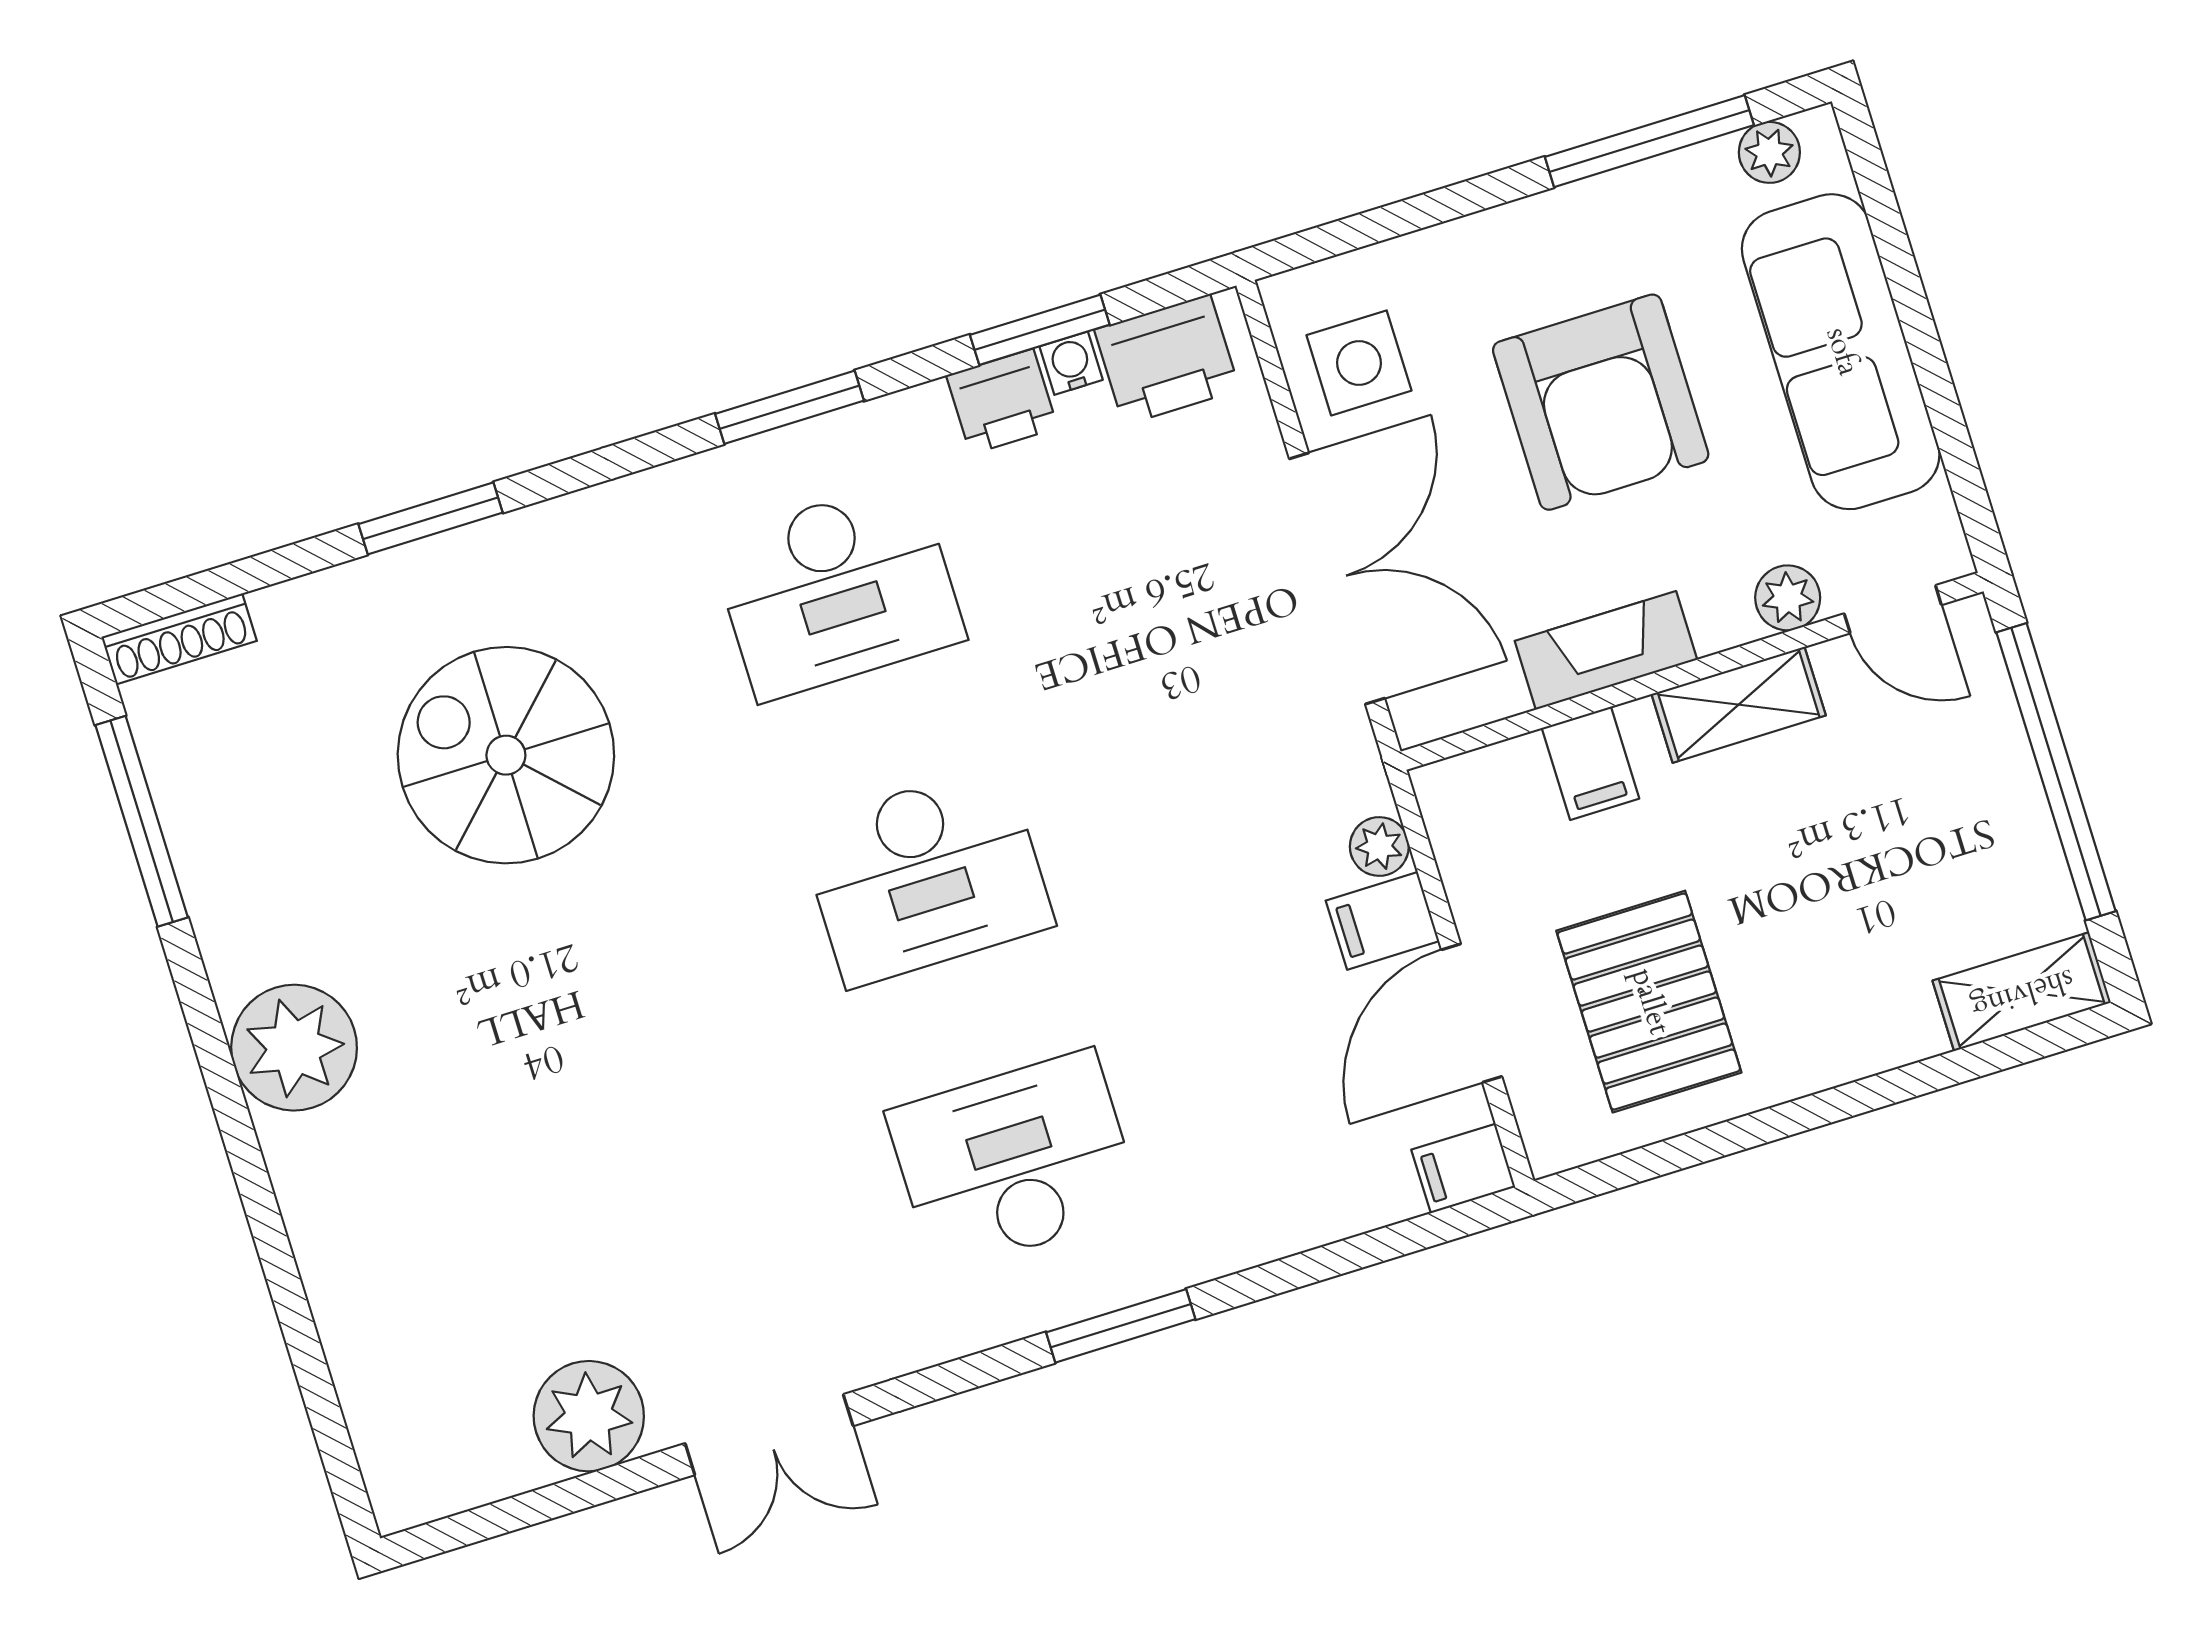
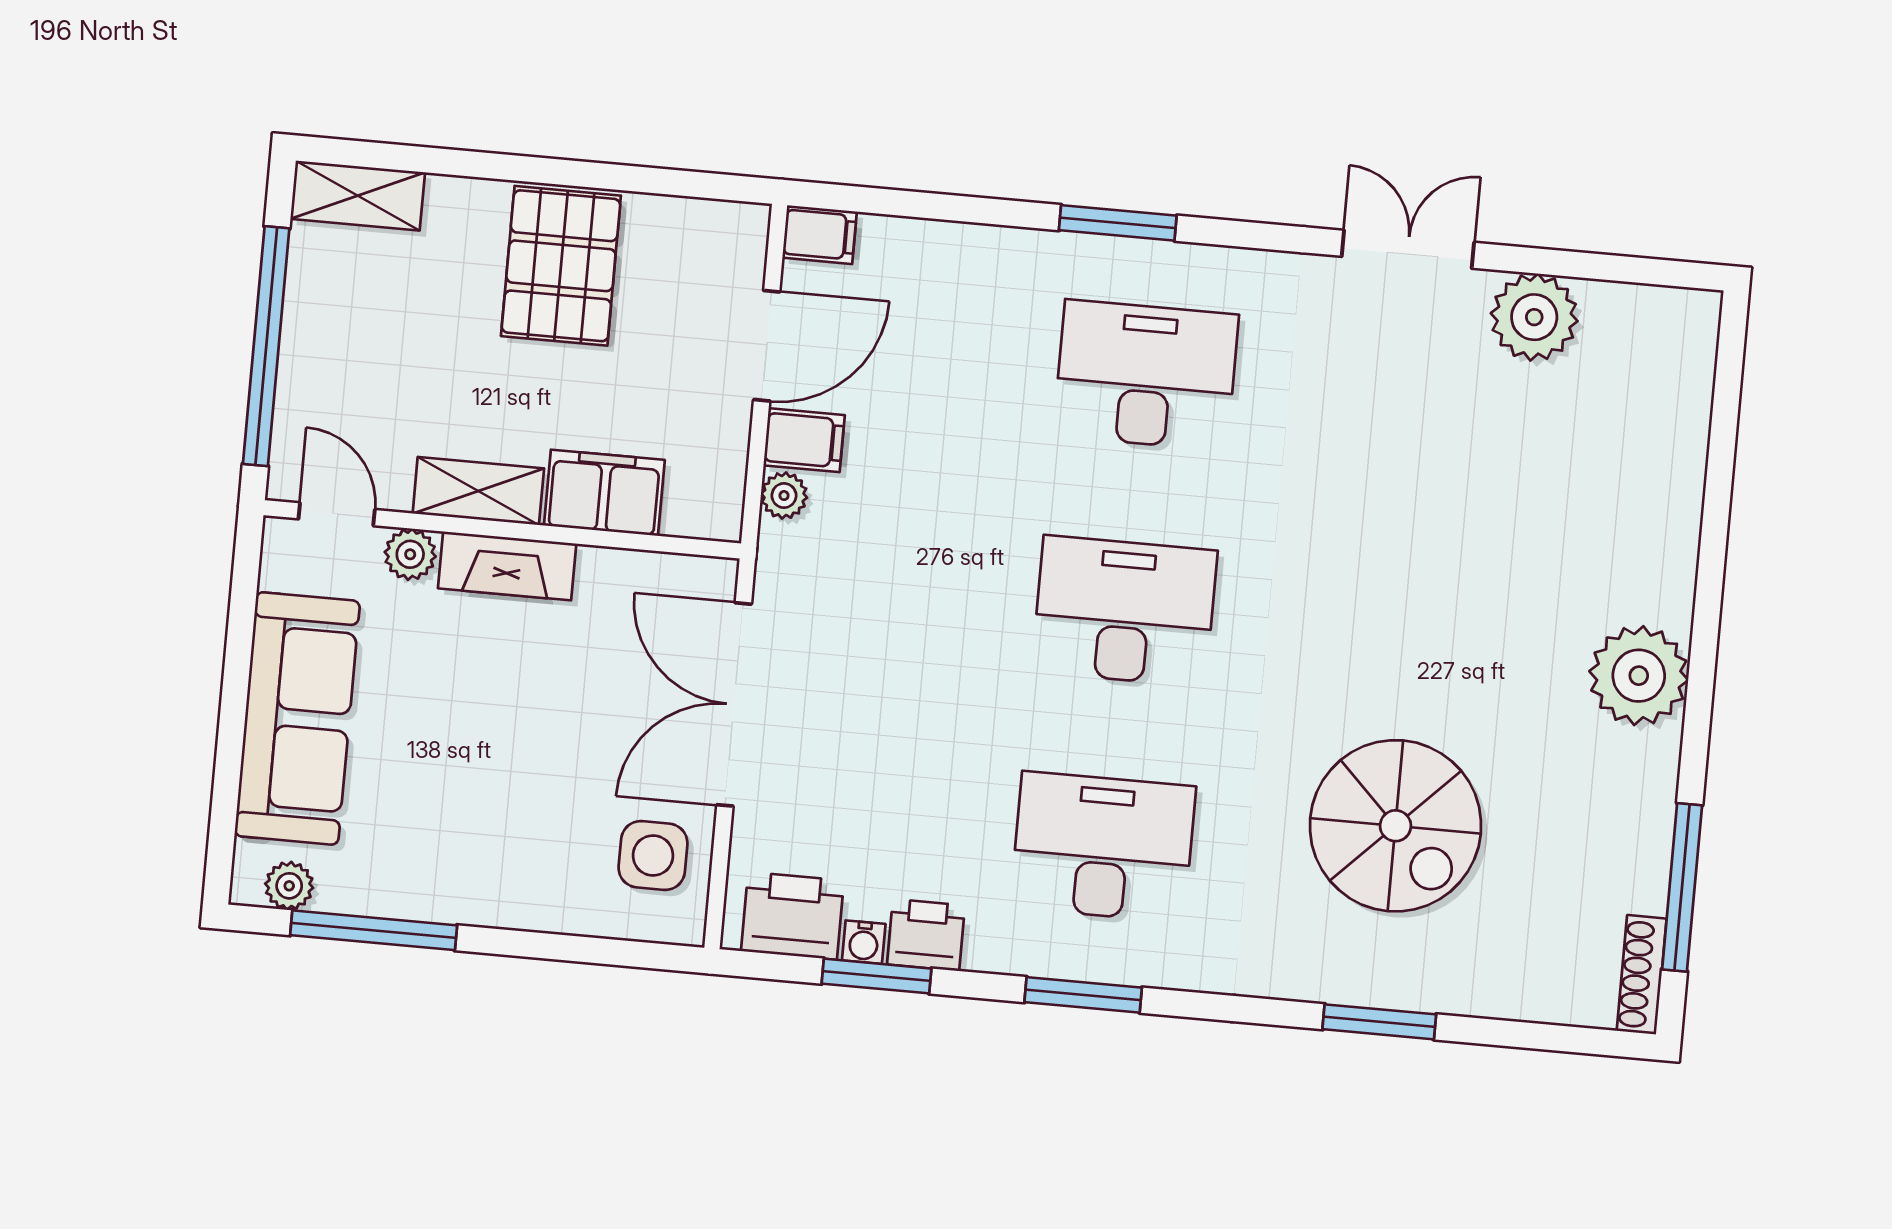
armchair: (1601, 402) -> (488, 754), removed
shoe rack: (179, 639) -> (1642, 975), moved, turned -90
fireplace: (1606, 650) -> (507, 566), moved
filing cabinet: (1591, 763) -> (604, 493), width x2.00
pallet: (1649, 1002) -> (561, 266), moved
desk: (1014, 1161) -> (1146, 375), turned 180

